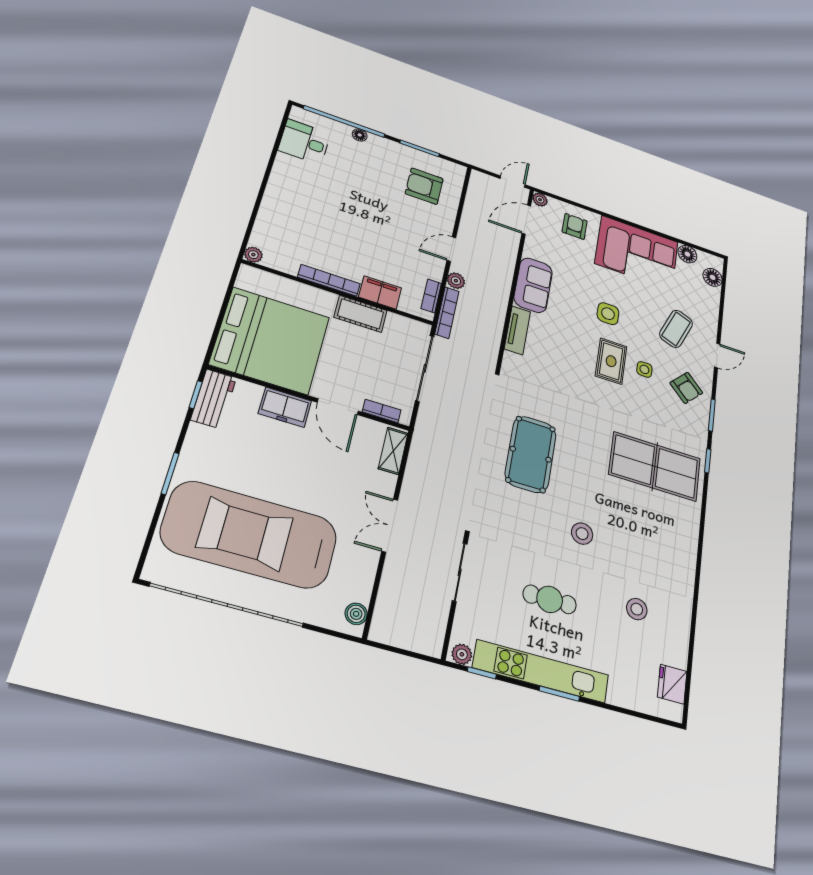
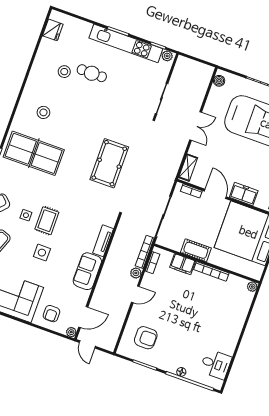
door: (513, 182) -> (87, 344), hinge flipped
stool: (582, 534) -> (43, 112), moved
cafe table: (550, 599) -> (92, 73), moved

